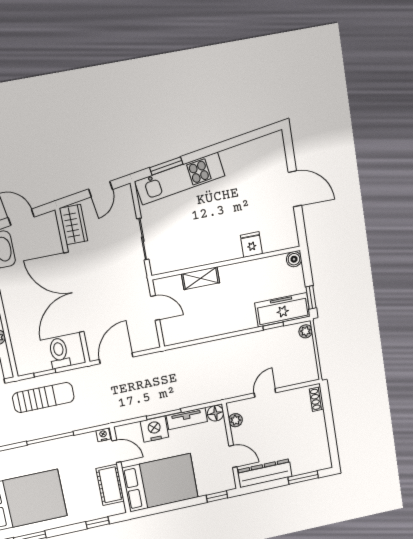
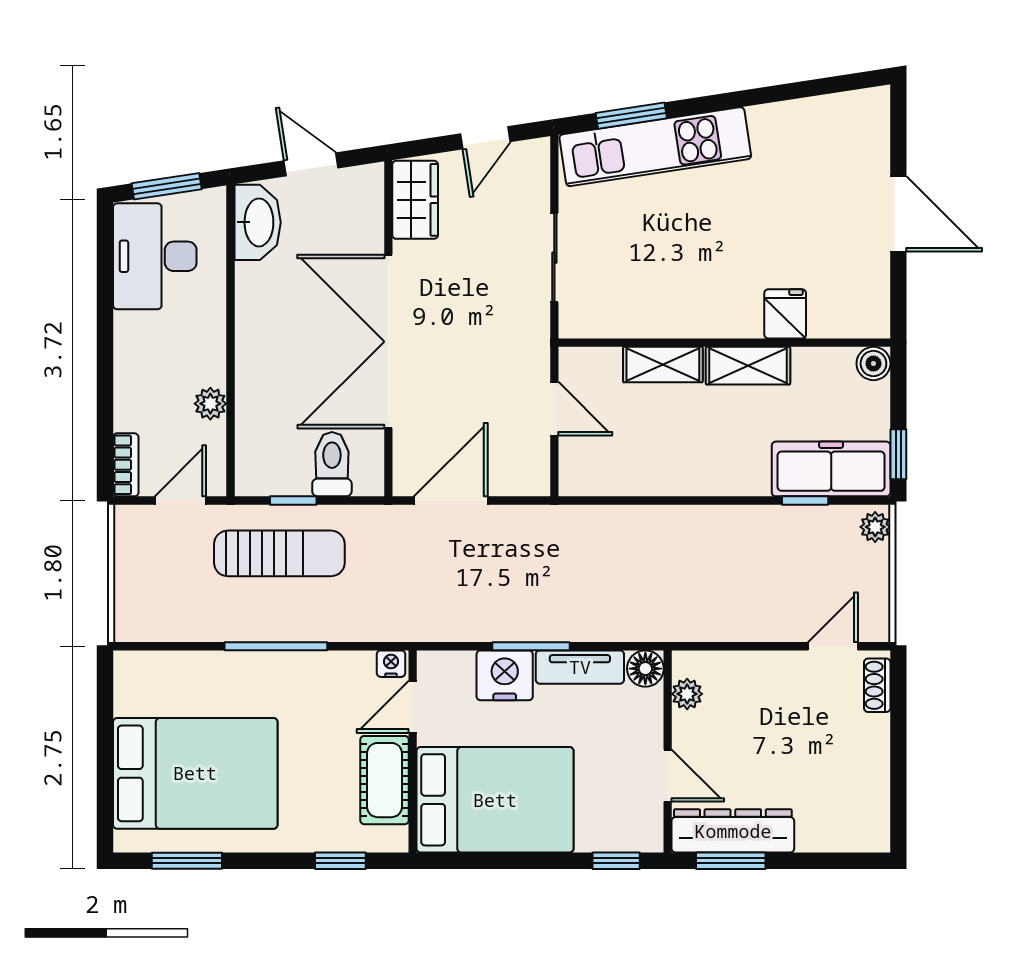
shelving: (239, 271) -> (748, 366), added
door: (265, 393) -> (833, 646), moved
door: (116, 451) -> (413, 707), swing flipped
window: (303, 478) -> (731, 861), moved

